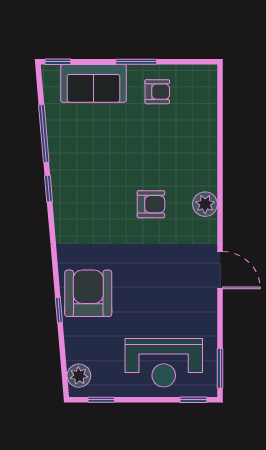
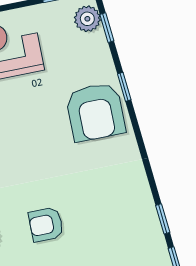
window: (64, 365) -> (107, 28), added

